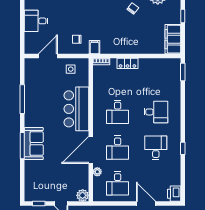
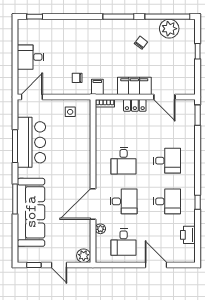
filing cabinet: (173, 39) -> (134, 86), moved, turned 90
door: (48, 56) -> (32, 97), moved
door: (153, 56) -> (164, 97), added
bar counter: (76, 109) -> (31, 142), moved, turned 180
sofa: (34, 144) -> (31, 212), width x1.85, depth x1.27
desk: (118, 148) -> (124, 201), turned -90
desk: (156, 148) -> (167, 201), turned 90
printer: (174, 194) -> (188, 235), moved

